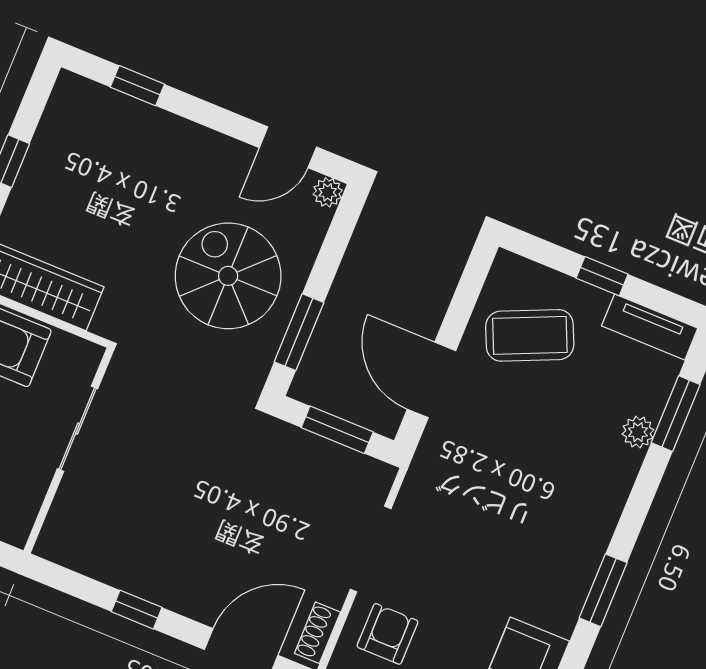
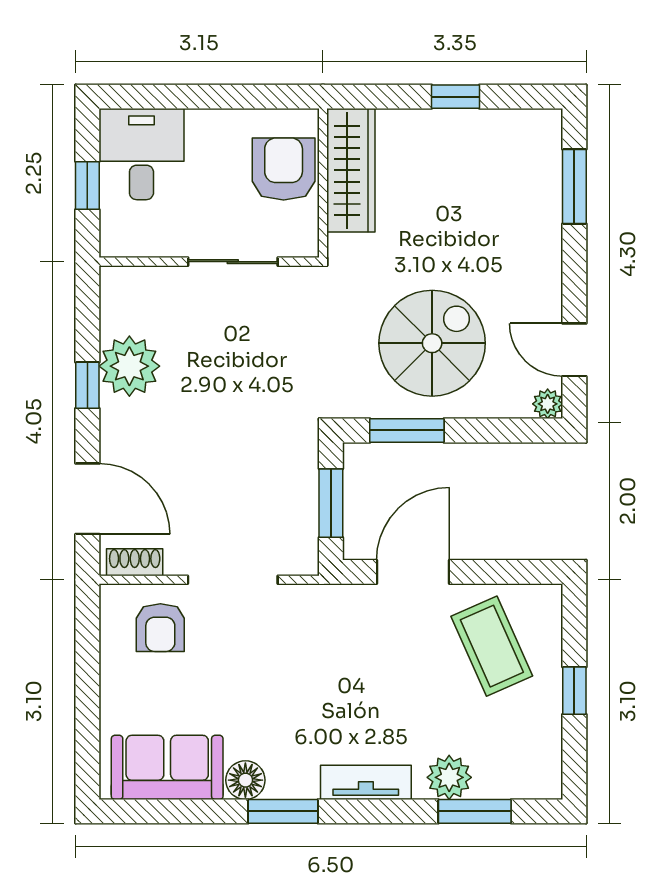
window: (137, 86) -> (574, 186), width x1.50
tv unit: (650, 327) -> (366, 782), moved, turned 90
plant: (638, 432) -> (449, 777), width x1.38, depth x1.38
plant: (135, 564) -> (129, 366), added
floor lamp: (560, 613) -> (245, 780), added
armchair: (387, 634) -> (160, 628), turned 90

